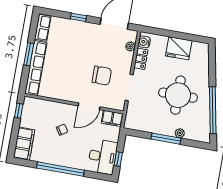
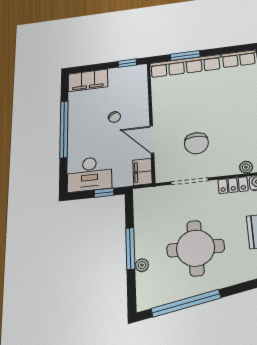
window: (29, 54) -> (185, 56), moved
window: (118, 159) -> (104, 193), moved

